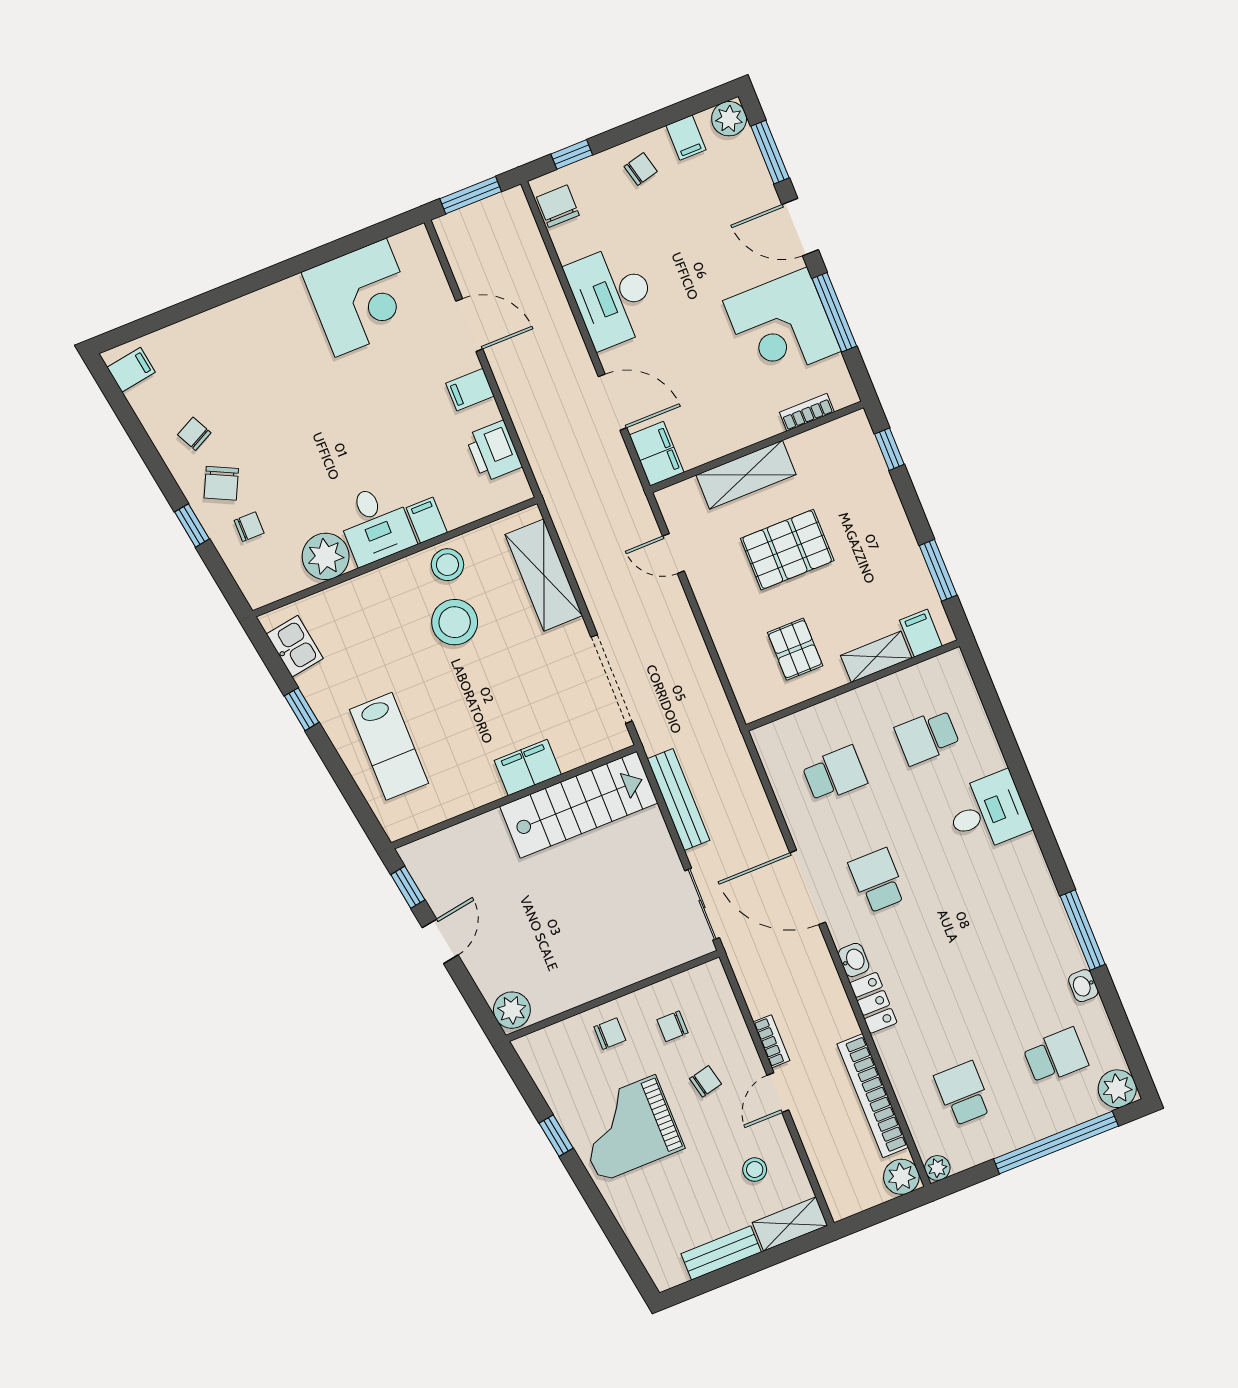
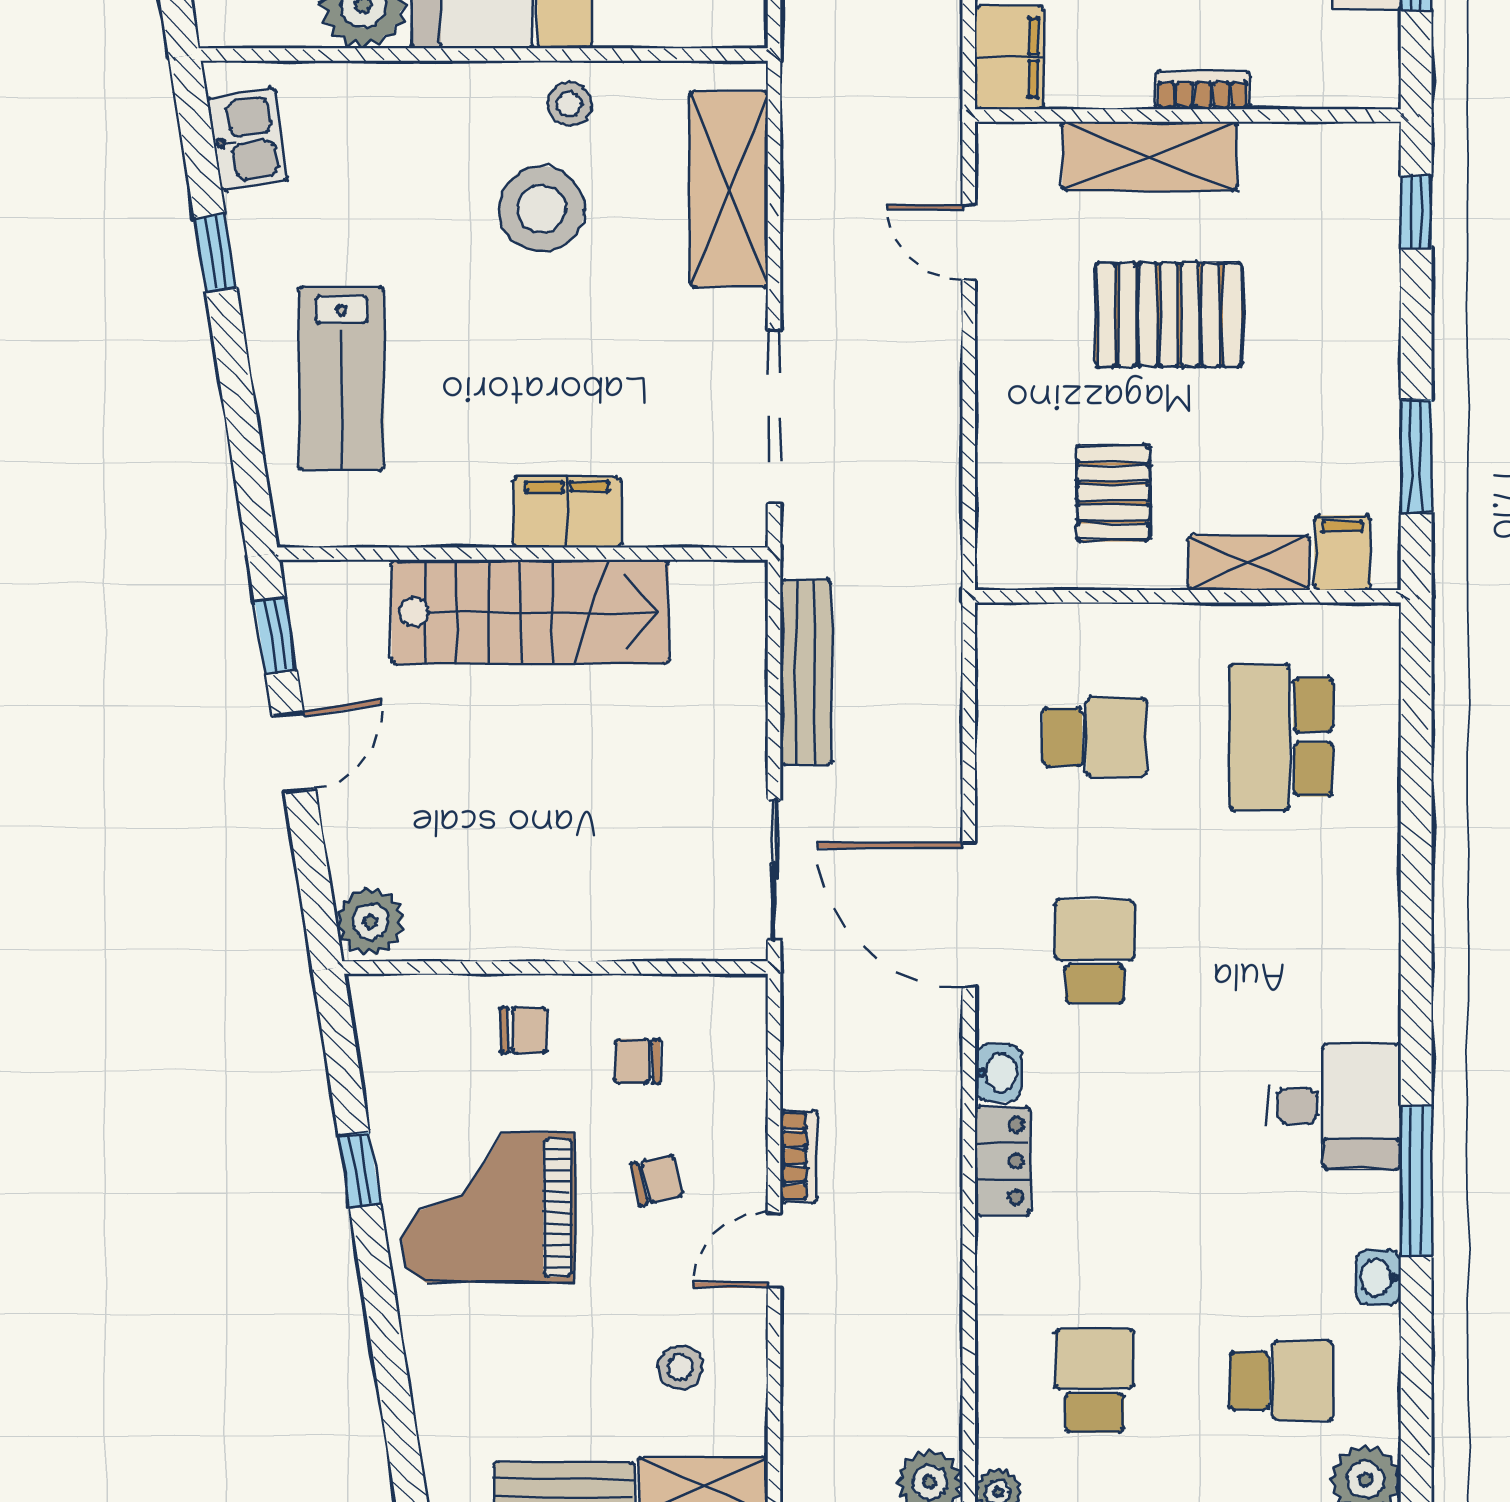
bookcase: (807, 412) -> (1203, 90), moved
stool: (447, 565) -> (569, 104), width x0.73, depth x0.73
school desk: (927, 737) -> (1281, 737), width x1.85
stairs: (579, 805) -> (530, 612), moved
desk: (988, 812) -> (1333, 1106), moved
bookcase: (873, 1096) -> (937, 1322), removed

